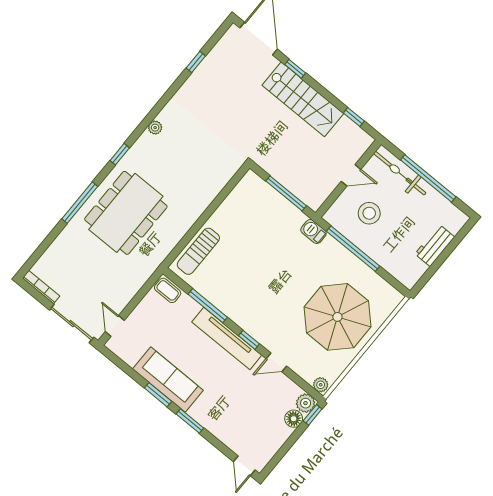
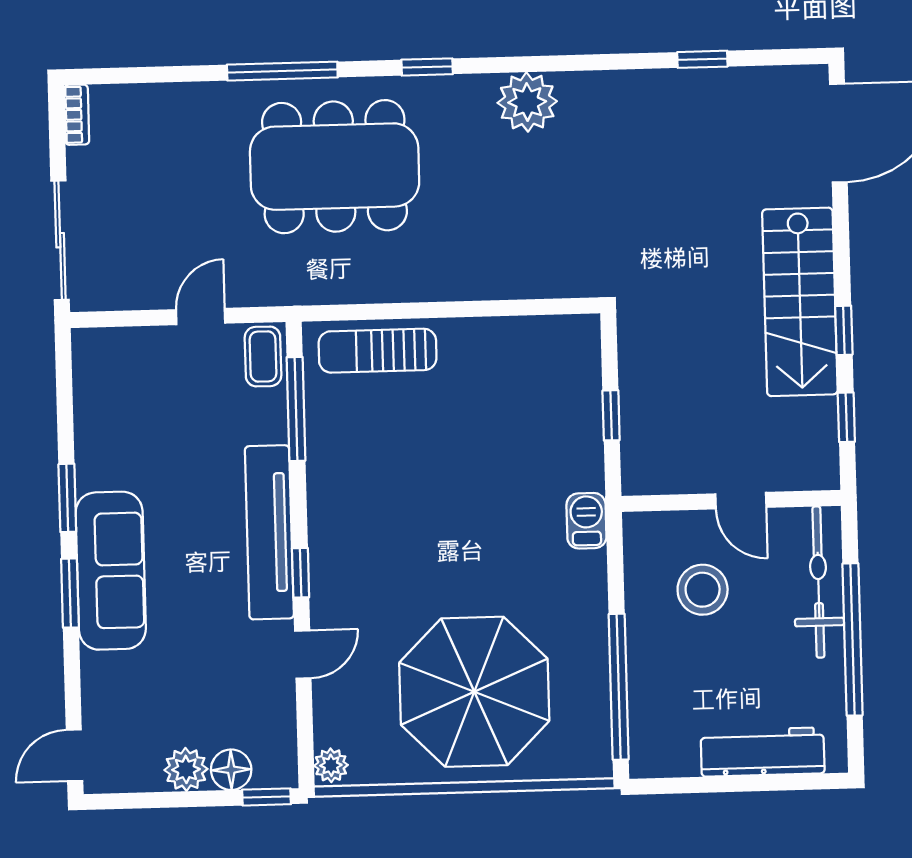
window: (295, 69) -> (844, 330), moved
plant: (155, 128) -> (527, 102), width x1.88, depth x1.88
window: (286, 193) -> (611, 415), width x0.46
workbench: (435, 245) -> (763, 752), width x1.38
window: (353, 249) -> (619, 687), moved
bookcase: (41, 287) -> (77, 115), width x0.64
window: (208, 306) -> (296, 409), moved
door: (115, 326) -> (201, 316), moved
door: (276, 362) -> (303, 654), swing flipped
sofa: (168, 380) -> (111, 571), moved
plant: (306, 403) -> (186, 769), moved

